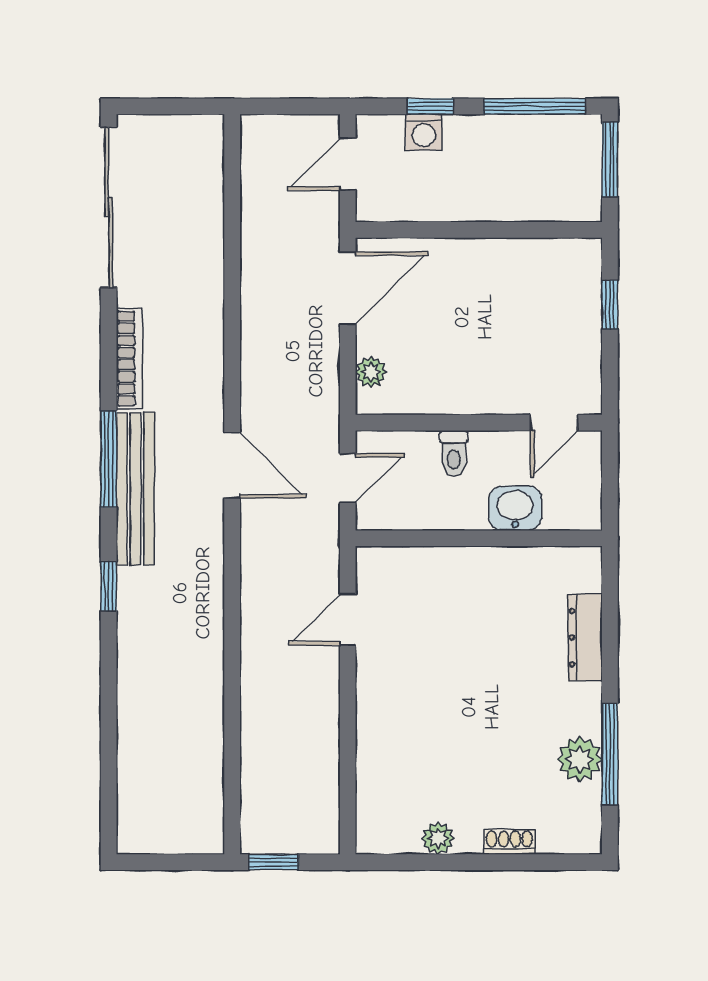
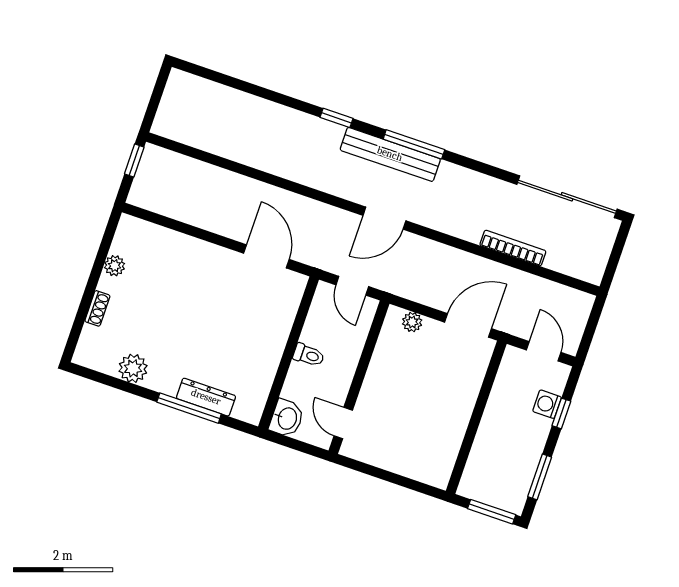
window: (535, 106) -> (540, 477), width x0.69
door: (348, 288) -> (468, 325), swing flipped
window: (610, 305) -> (403, 481), removed
bookcase: (129, 359) -> (513, 248), moved, turned 180
toilet: (454, 453) -> (309, 355), moved, turned 180
washbasin: (515, 508) -> (287, 418), moved
door: (348, 619) -> (266, 256), width x1.38
window: (610, 754) -> (189, 408), moved

